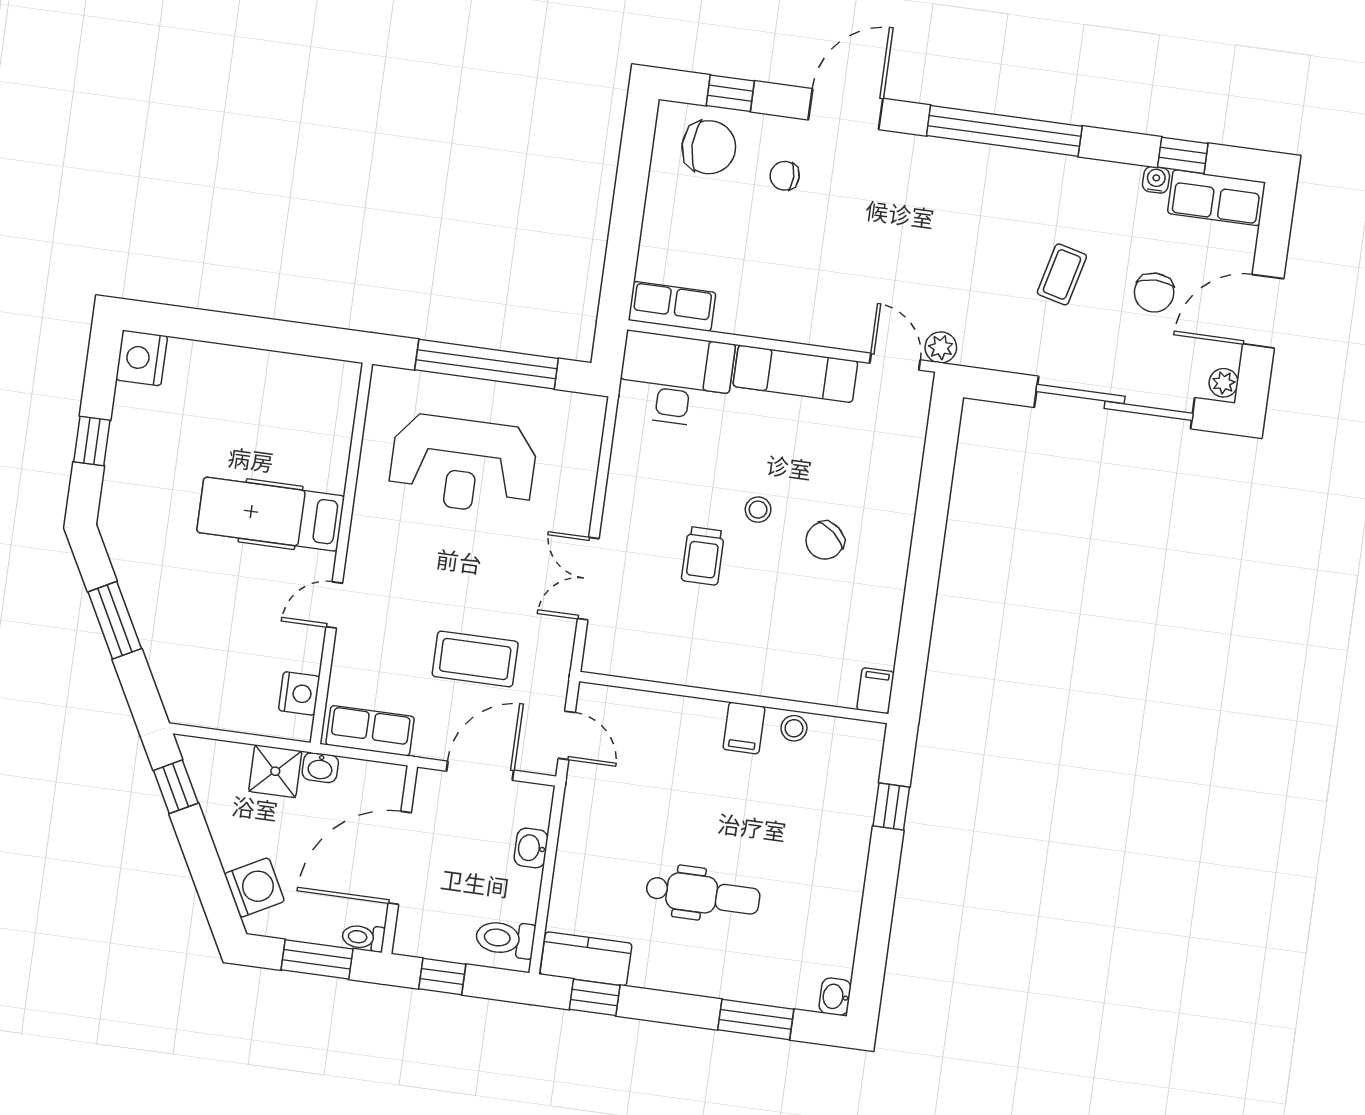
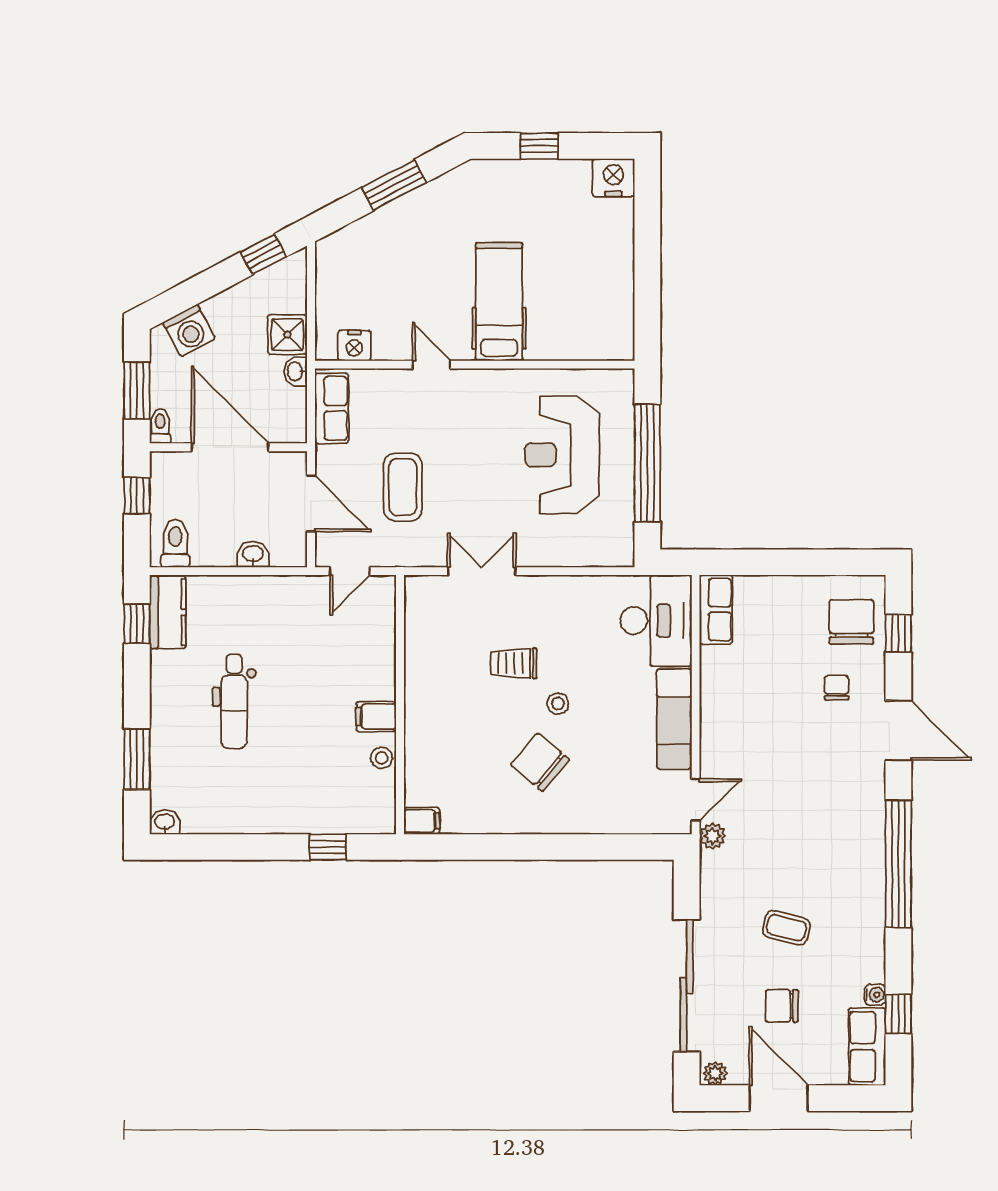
chair: (709, 147) -> (852, 622), turned 180
chair: (825, 540) -> (540, 762), width x1.37, depth x1.37

